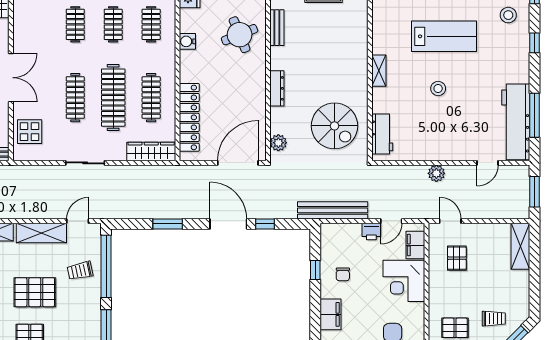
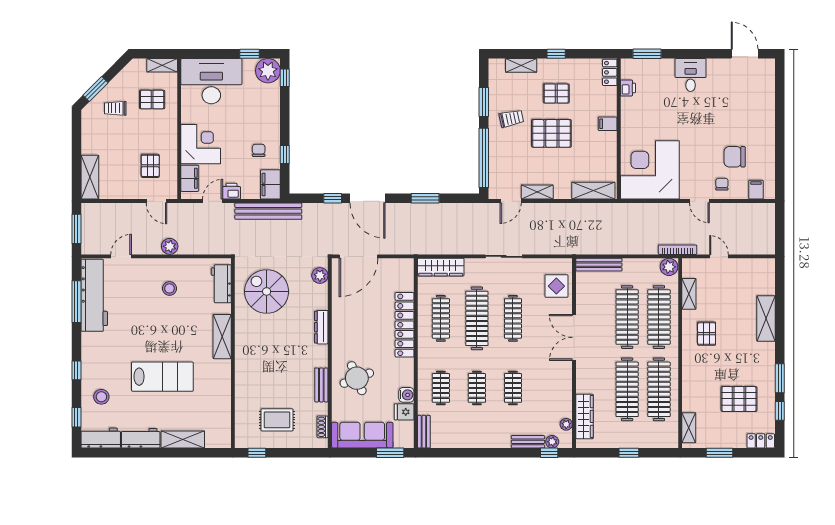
lab bench: (444, 36) -> (162, 377), turned 180
water cooler: (187, 41) -> (406, 395), moved
shelving: (379, 71) -> (222, 337), width x1.50, depth x1.33
stool: (438, 89) -> (169, 288), moved
locker: (189, 117) -> (405, 325), moved
shelving: (41, 233) -> (537, 192), width x0.67, depth x0.75
trolley: (80, 271) -> (511, 119), moved
filing cabinet: (330, 314) -> (270, 184), moved

